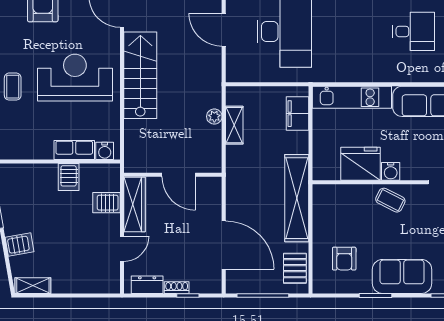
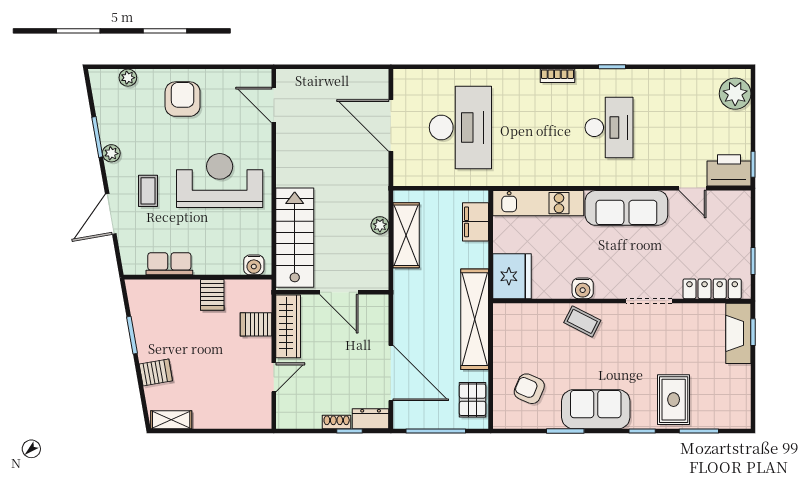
door: (224, 30) -> (391, 126), width x1.36
desk: (414, 31) -> (609, 128), width x1.37
stairs: (140, 75) -> (295, 238), moved
shelving: (234, 125) -> (406, 235), width x1.50, depth x1.33
row of seats: (74, 150) -> (169, 264), moved
fridge: (360, 164) -> (512, 276), moved, turned 90
armchair: (344, 259) -> (529, 389), turned 113
dresser: (147, 285) -> (371, 419), moved

